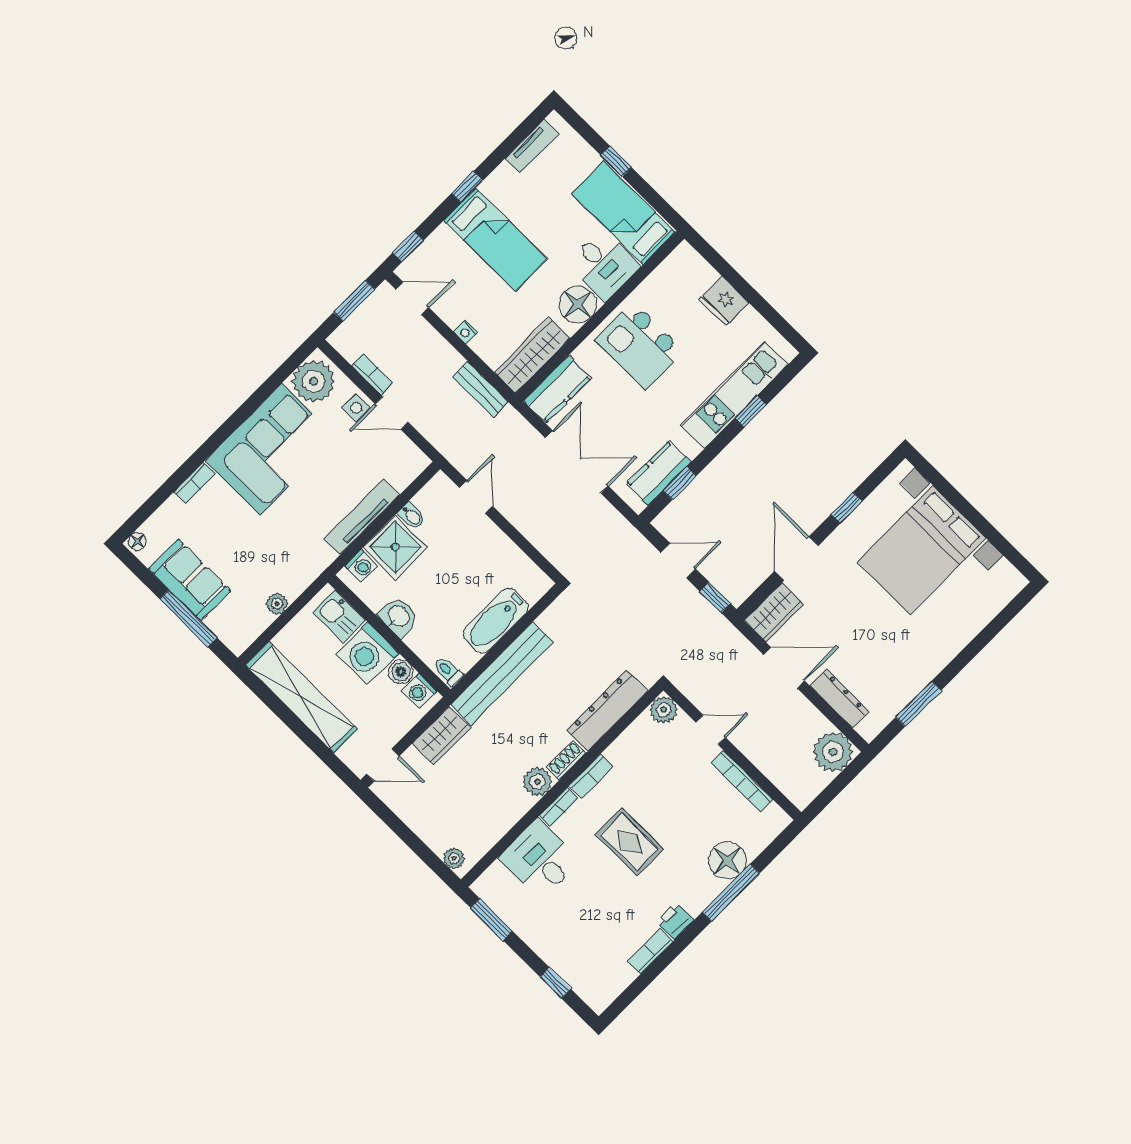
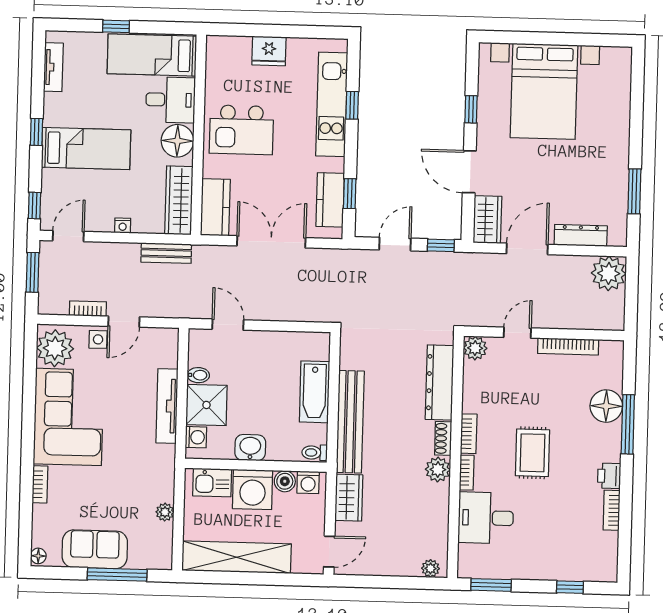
rug: (629, 842) -> (533, 453), turned 90

